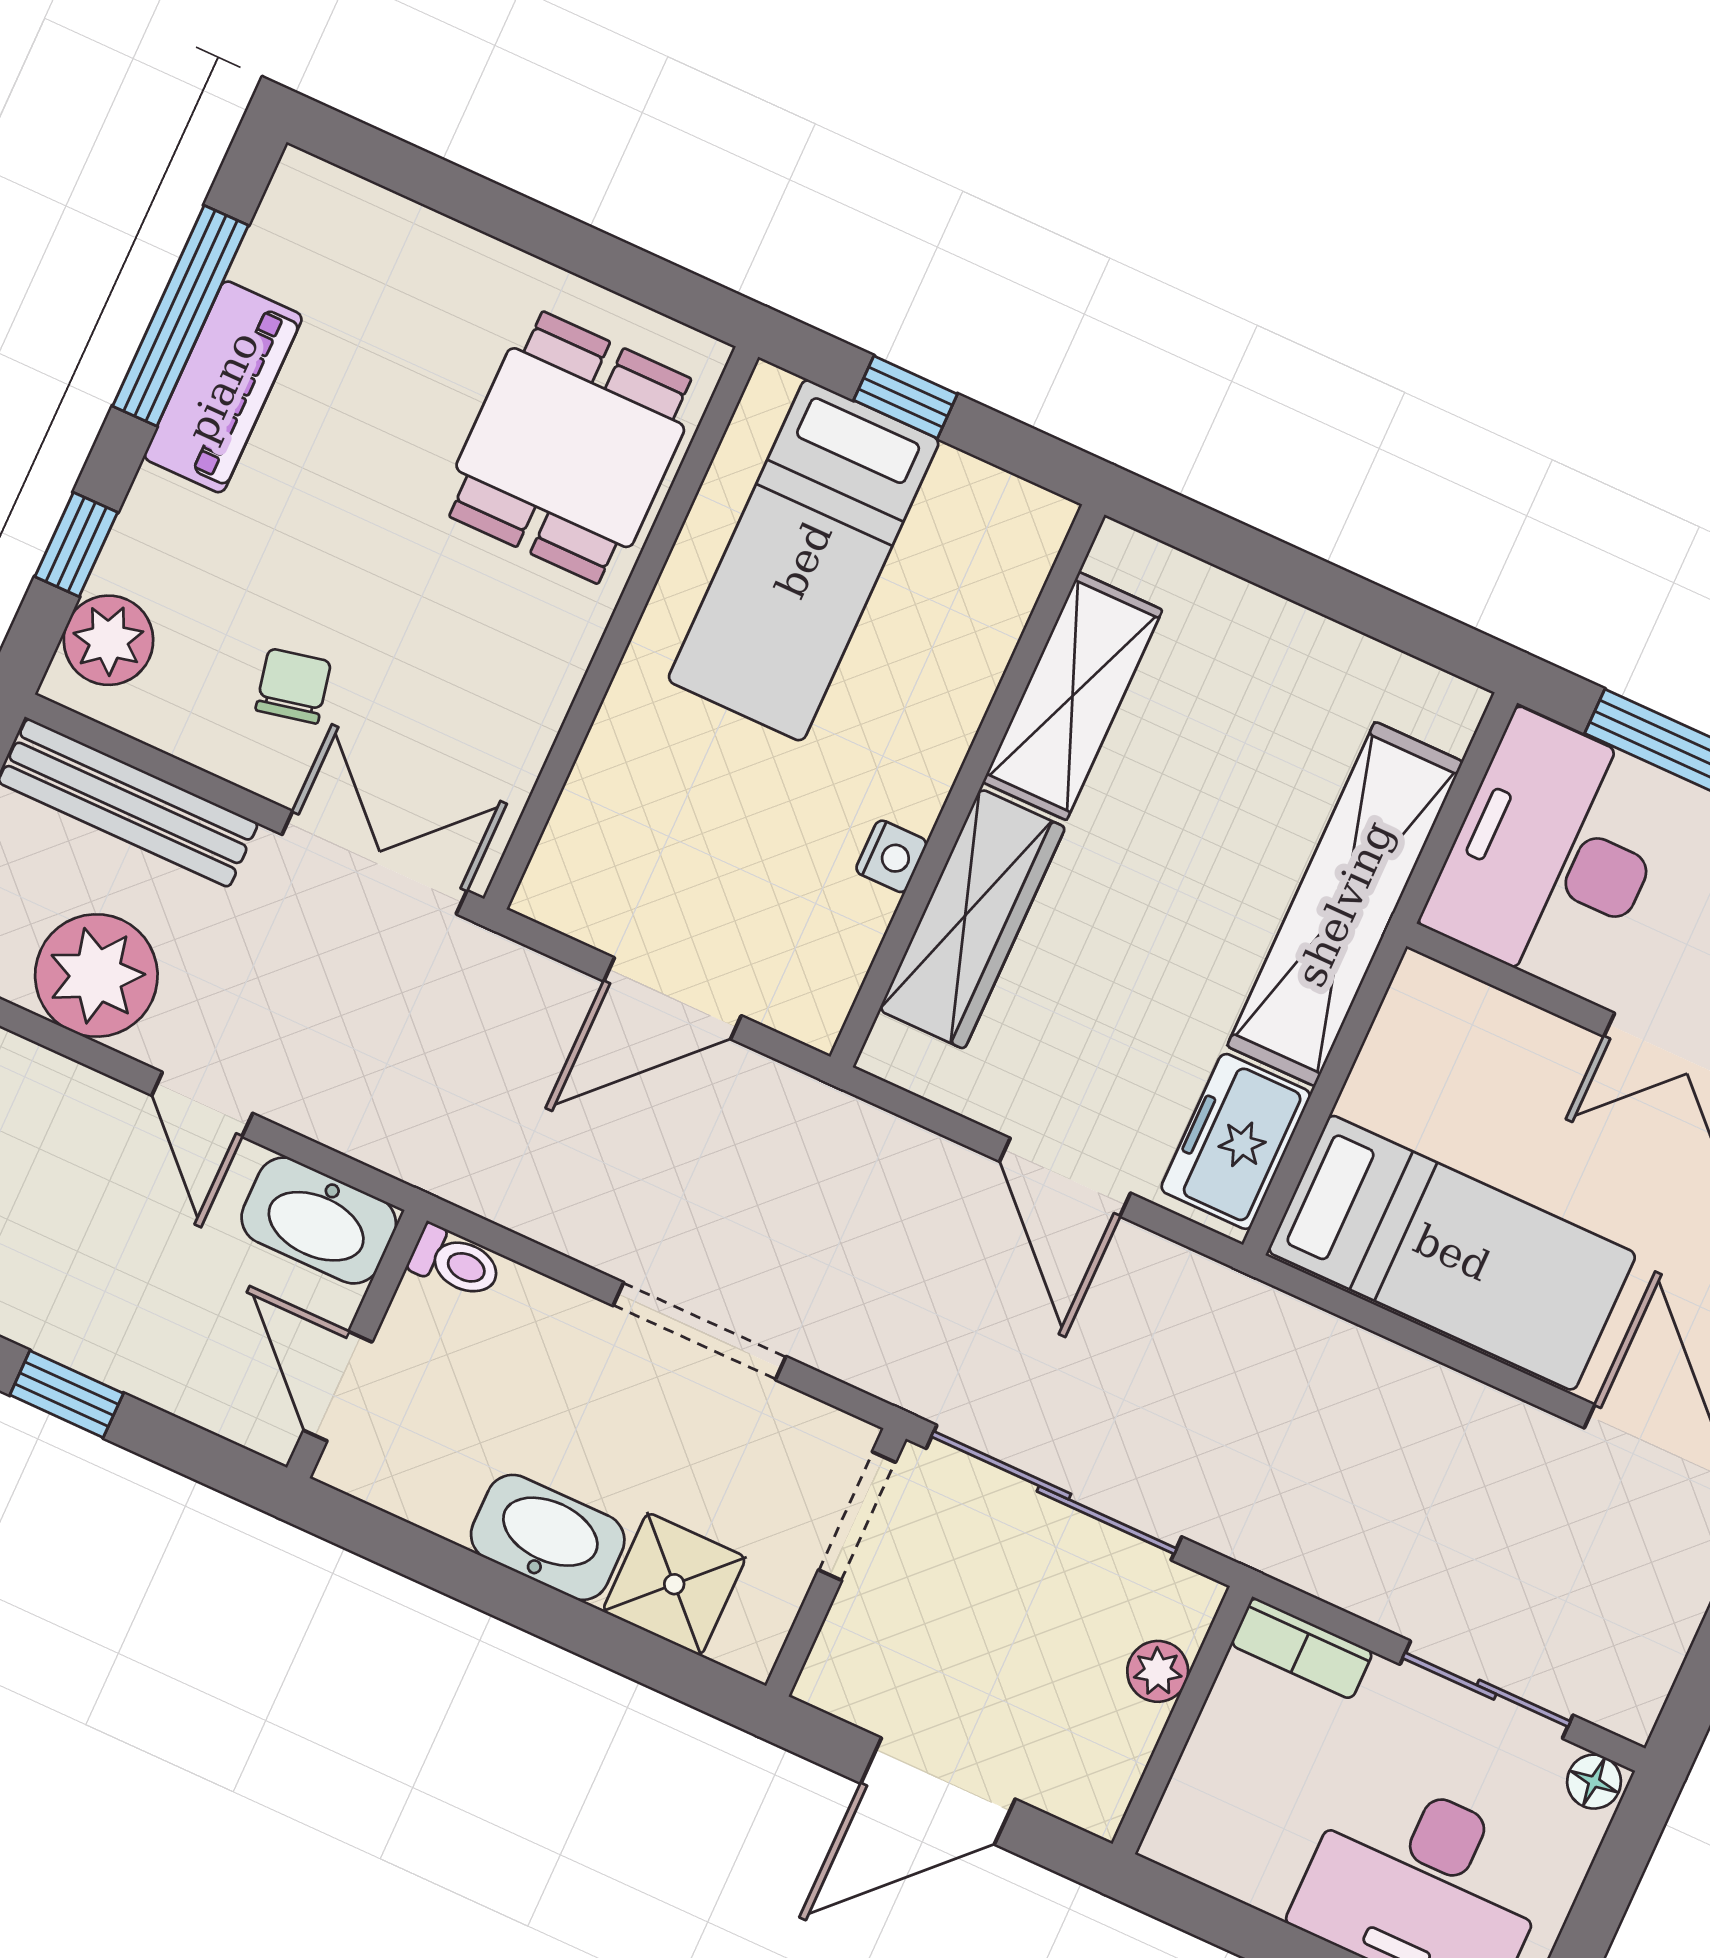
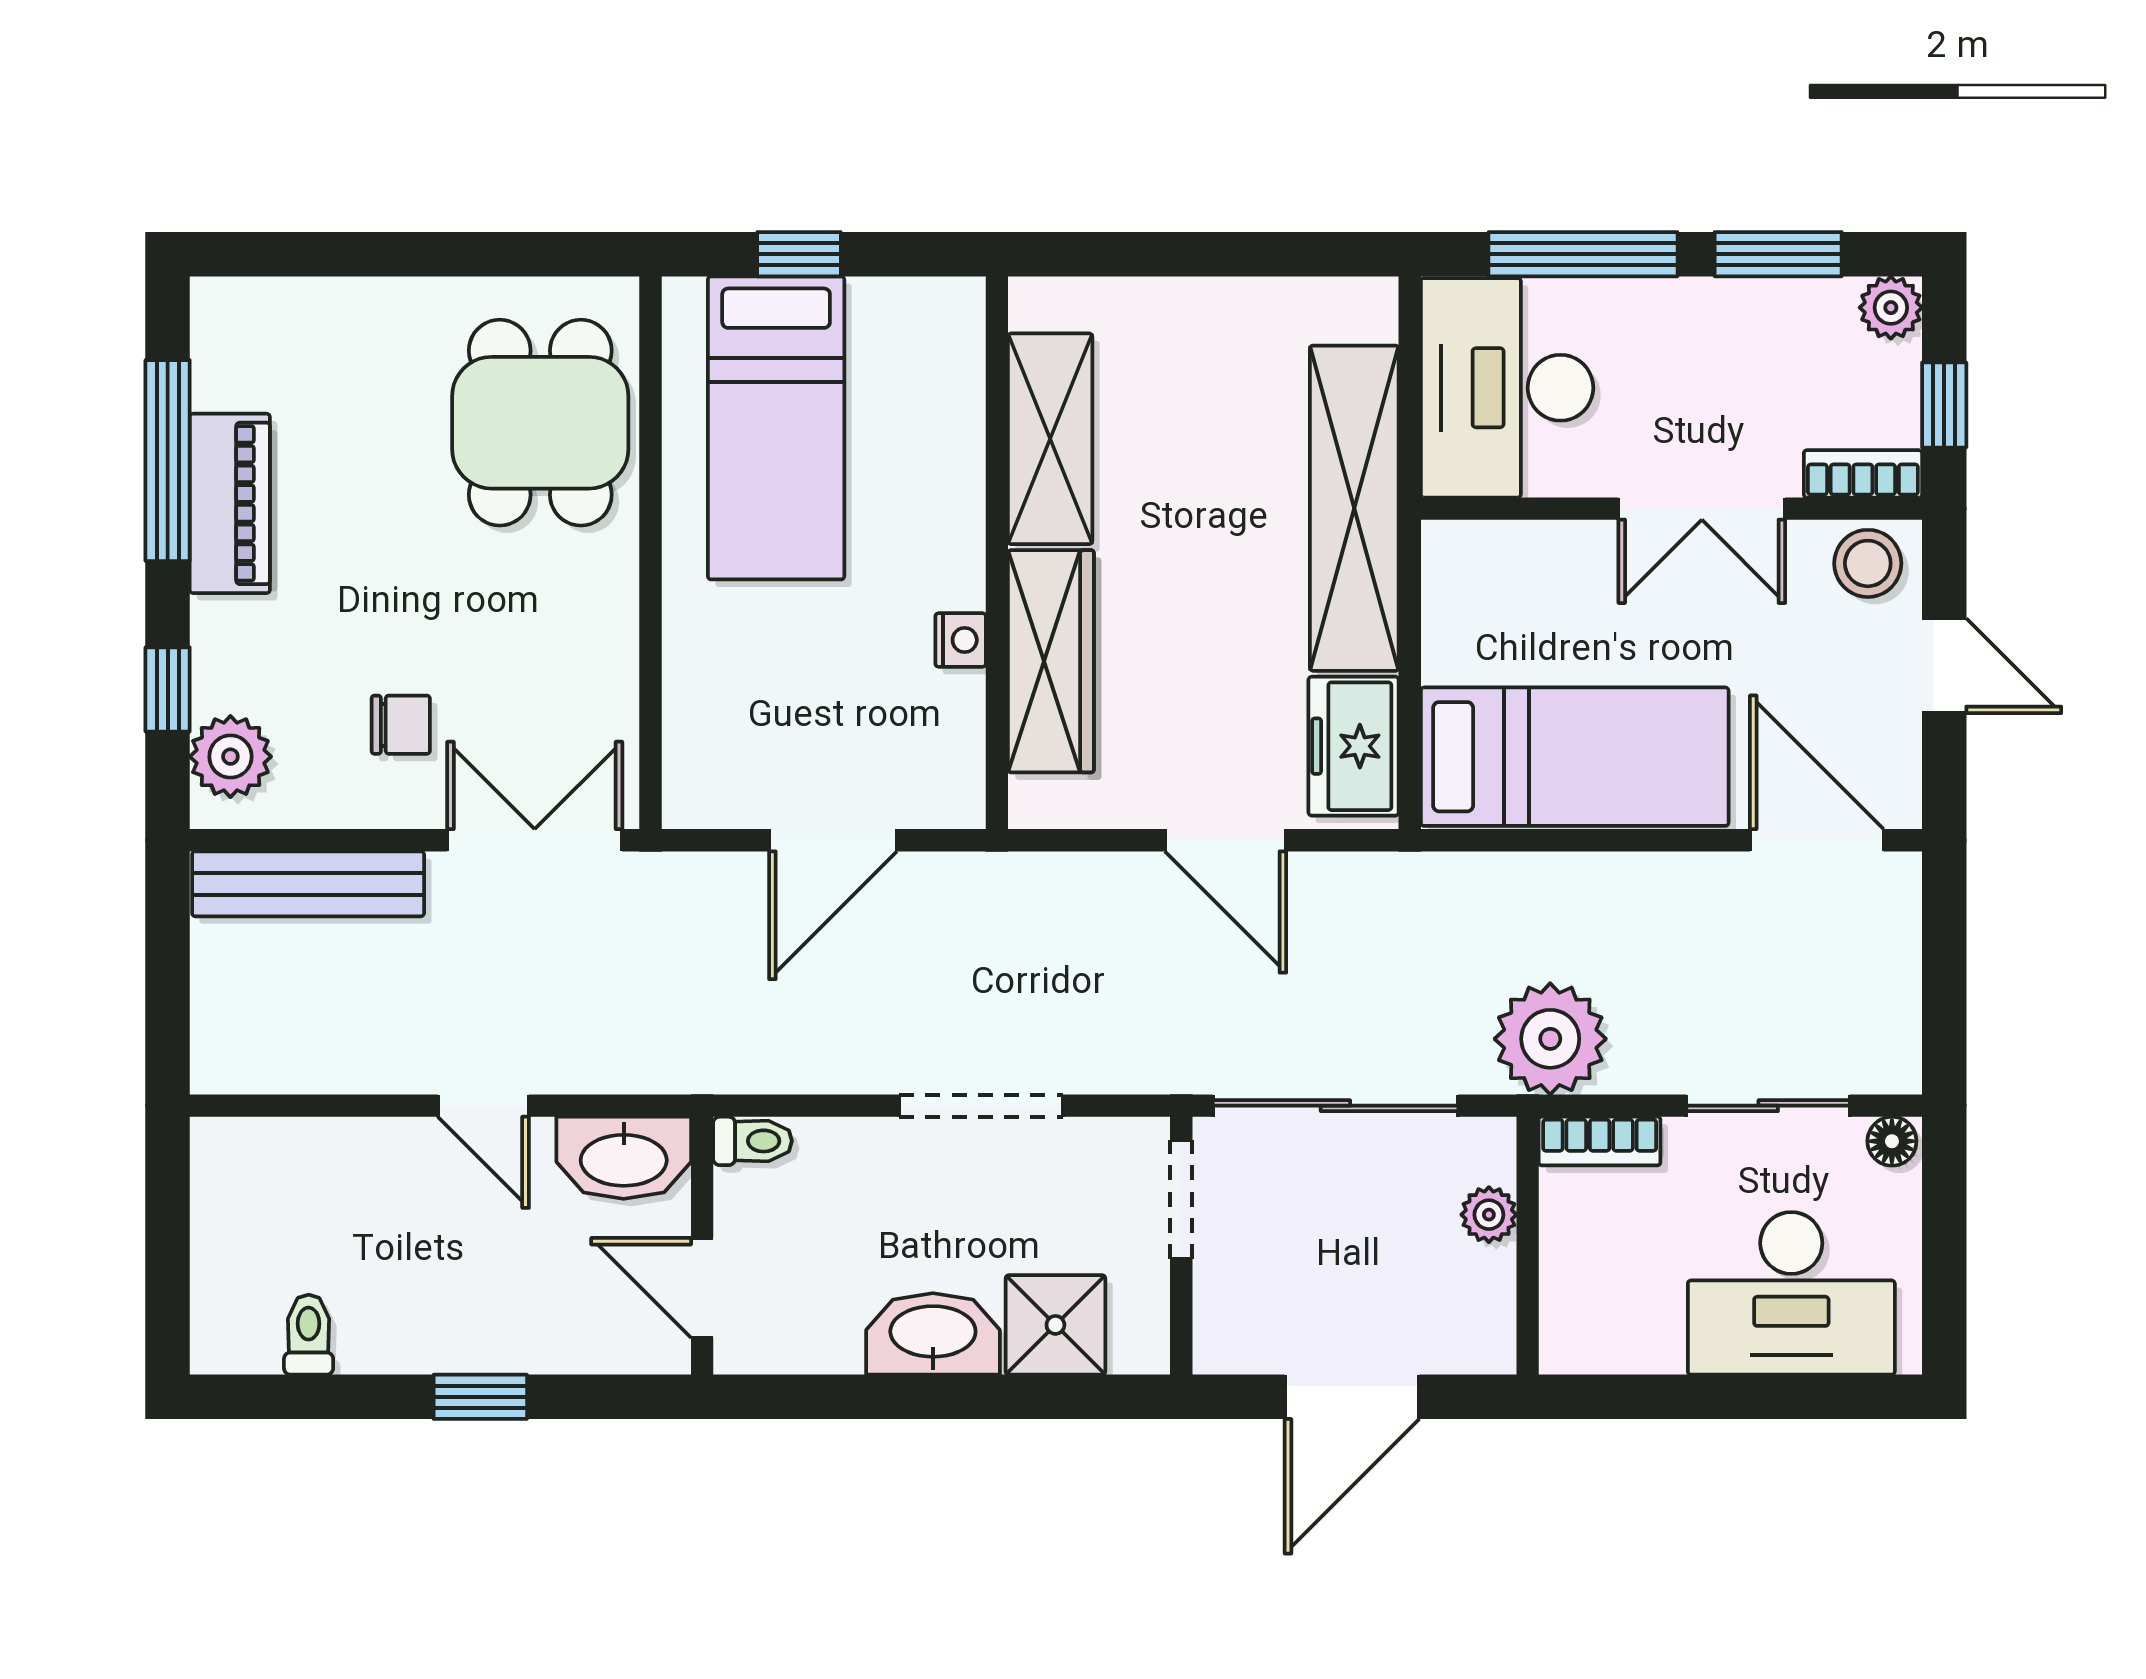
chair: (293, 686) -> (401, 725), turned 102
plant: (96, 975) -> (1550, 1039), moved

